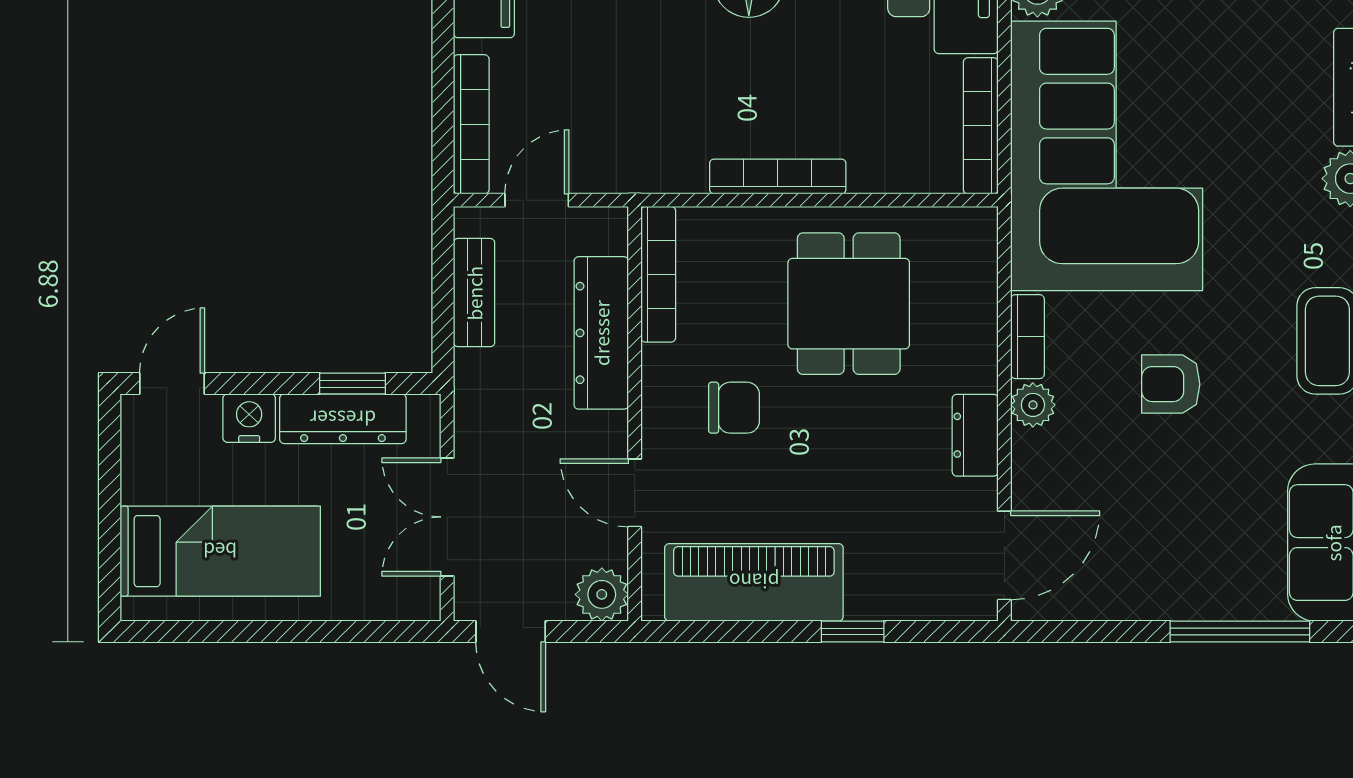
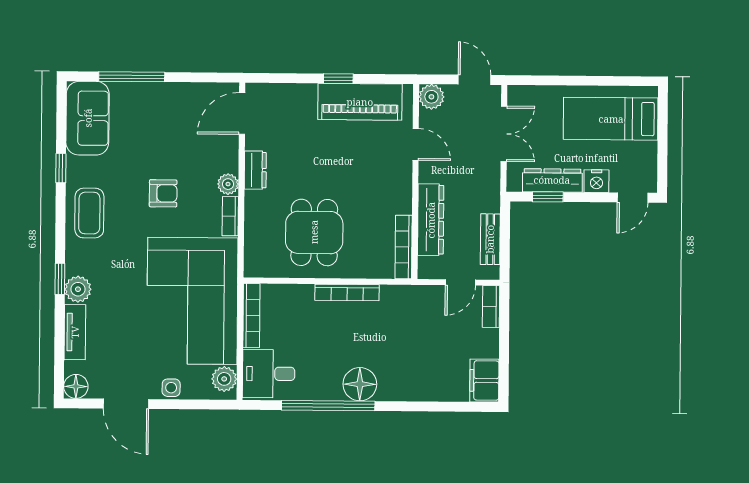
bookcase: (471, 124) -> (491, 306), width x0.64
chair: (734, 408) -> (369, 184), removed
window: (853, 632) -> (338, 79), moved

